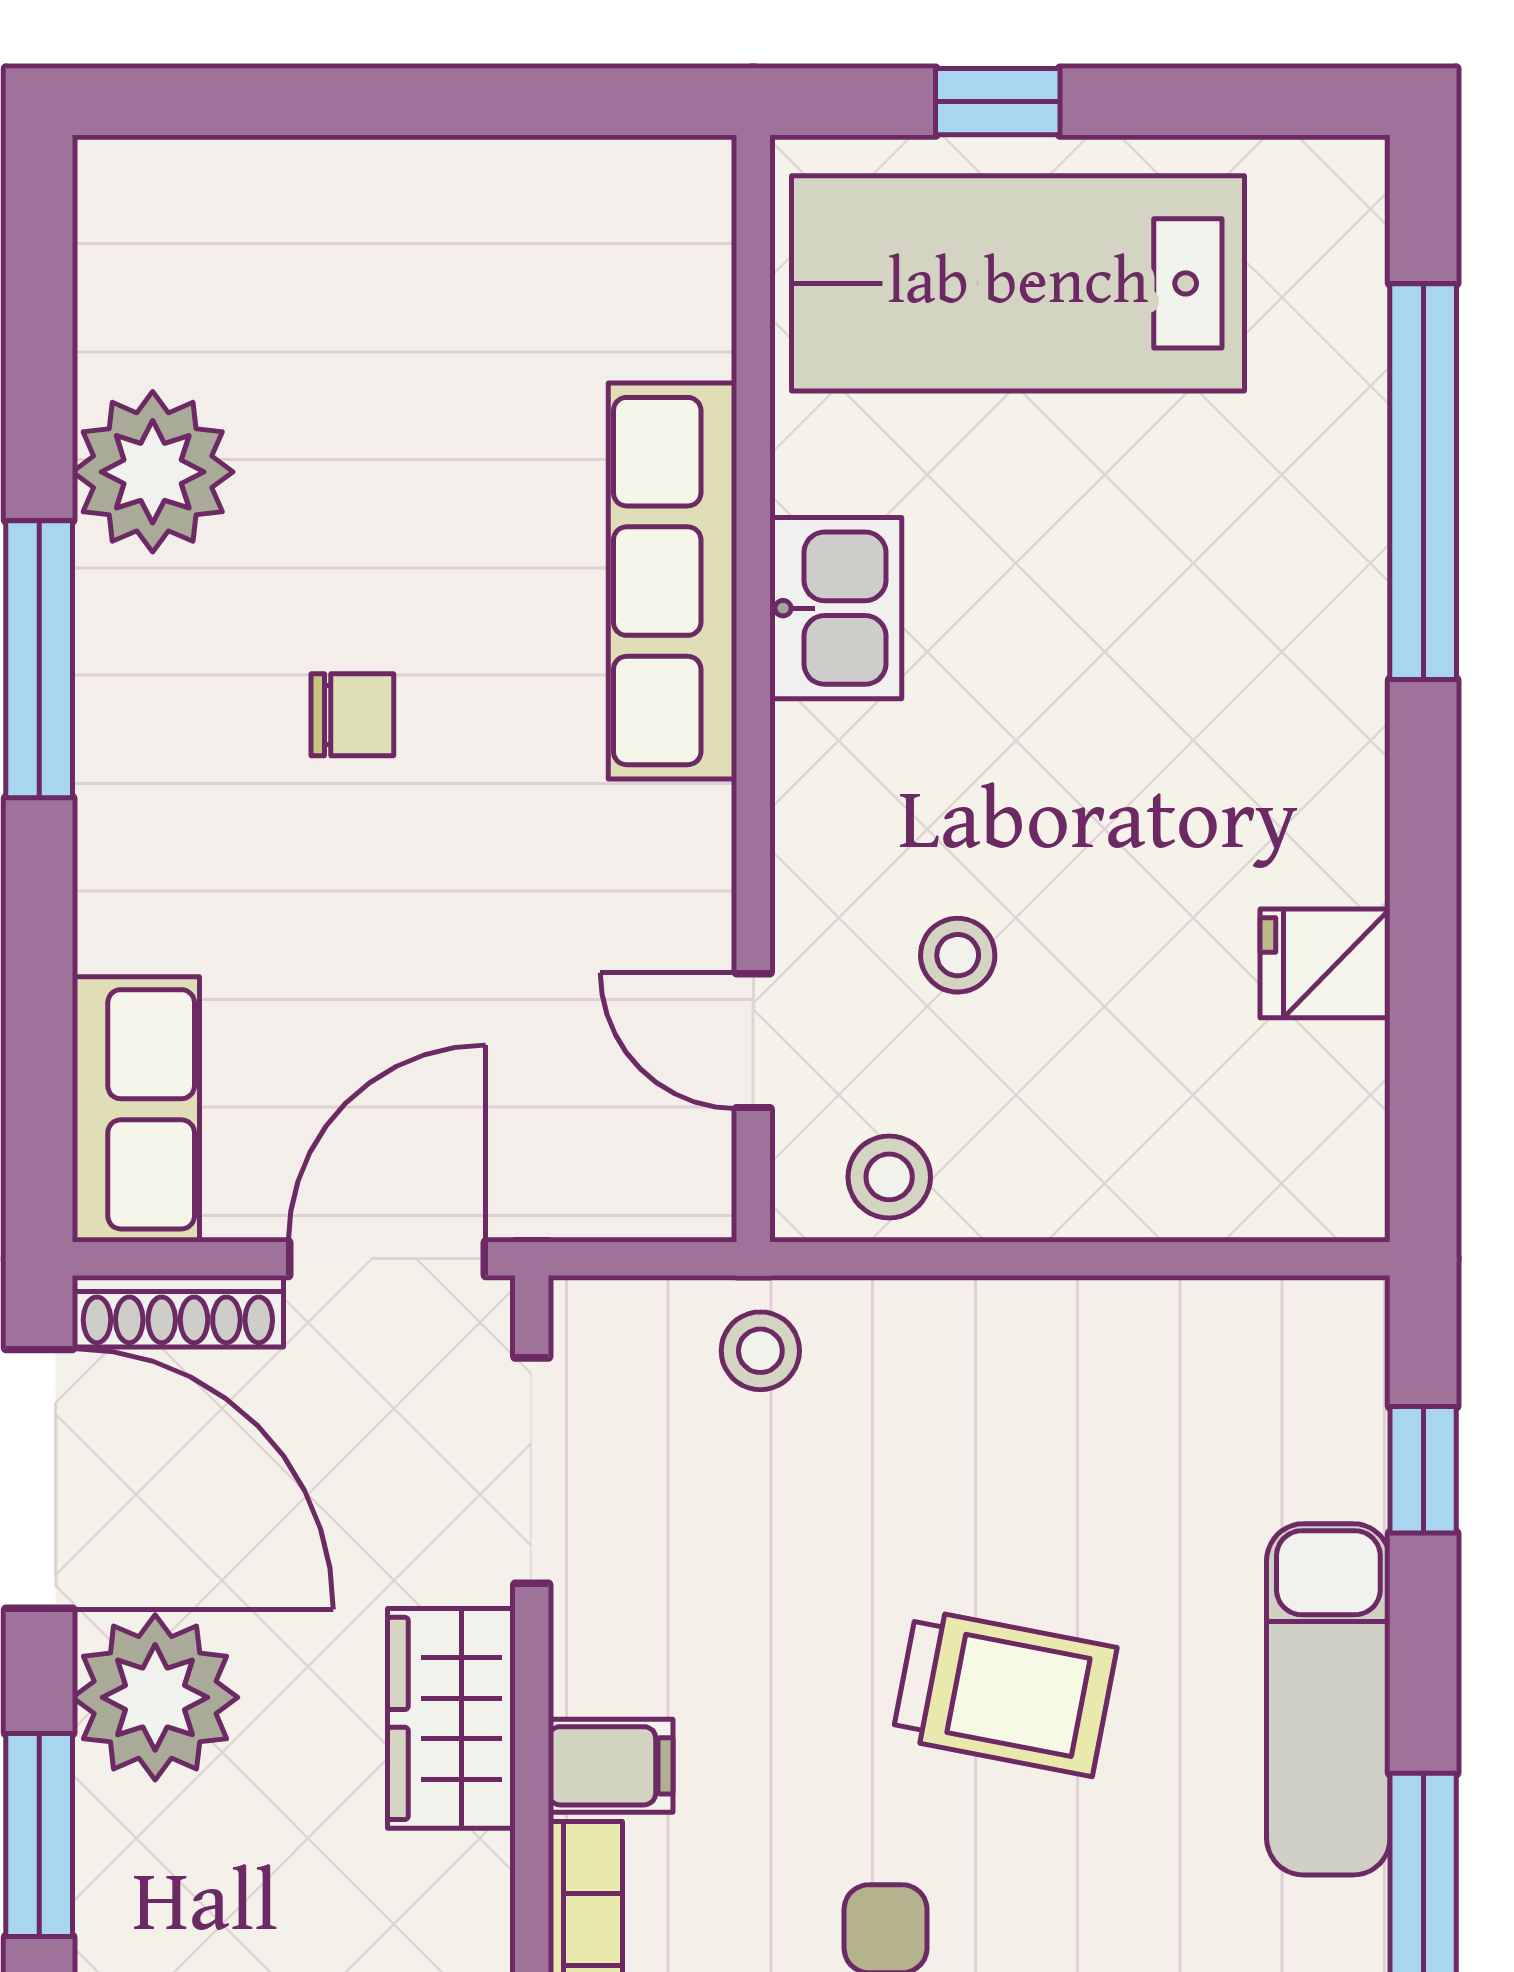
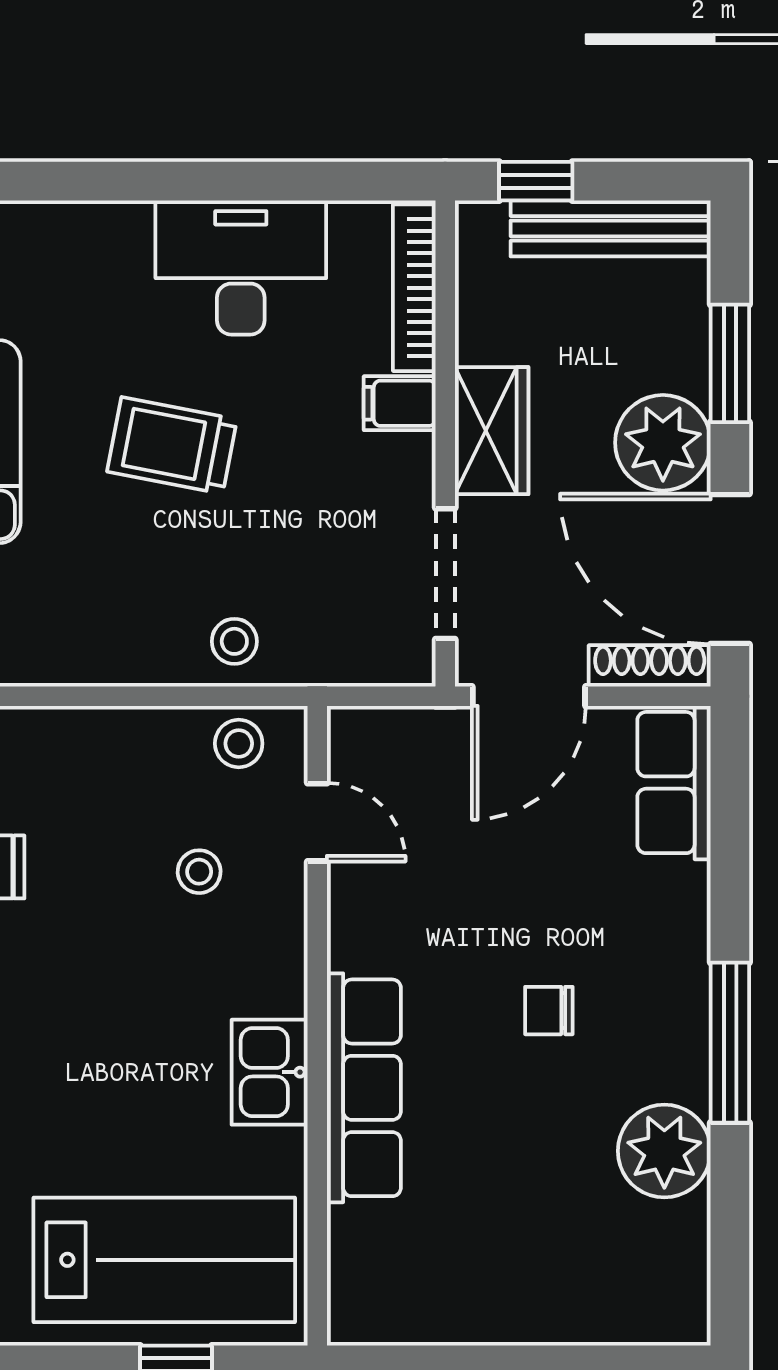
stool: (760, 1351) -> (234, 641), moved

